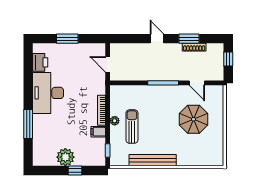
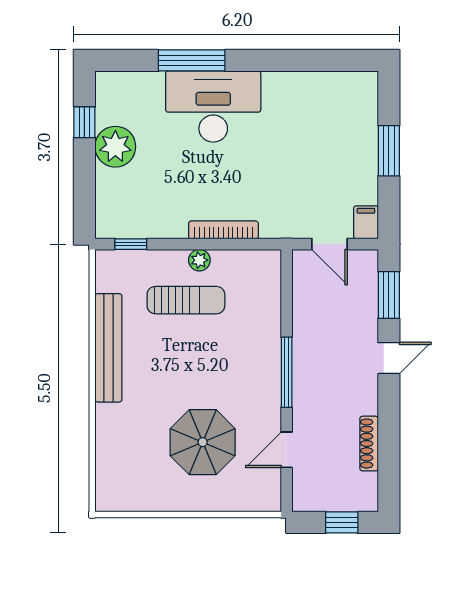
window: (189, 39) -> (389, 295), moved
printer: (40, 62) -> (334, 88), removed
door: (108, 64) -> (330, 244), swing flipped
desk: (48, 93) -> (213, 107), moved
filing cabinet: (98, 132) -> (366, 222), moved
window: (75, 171) -> (84, 122), moved

